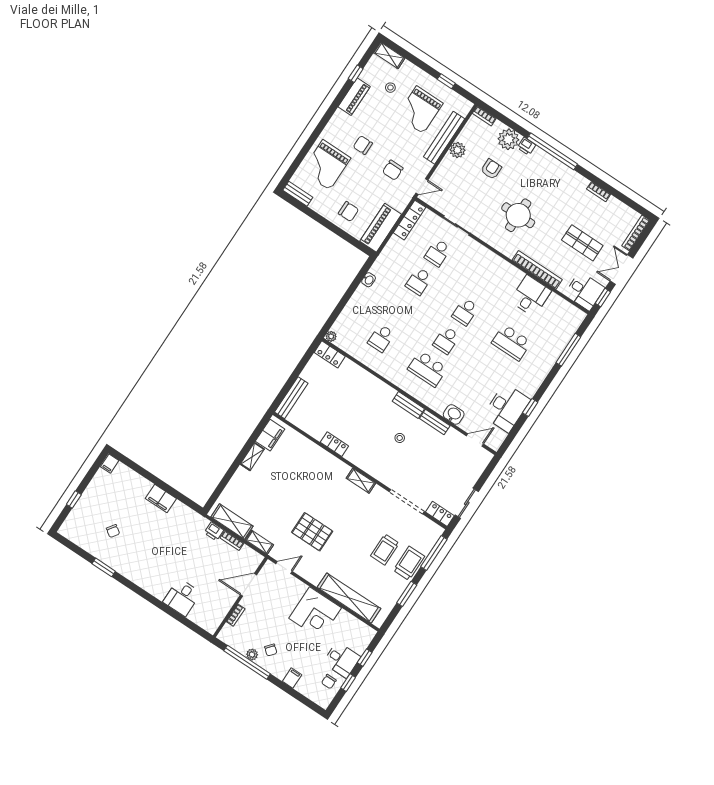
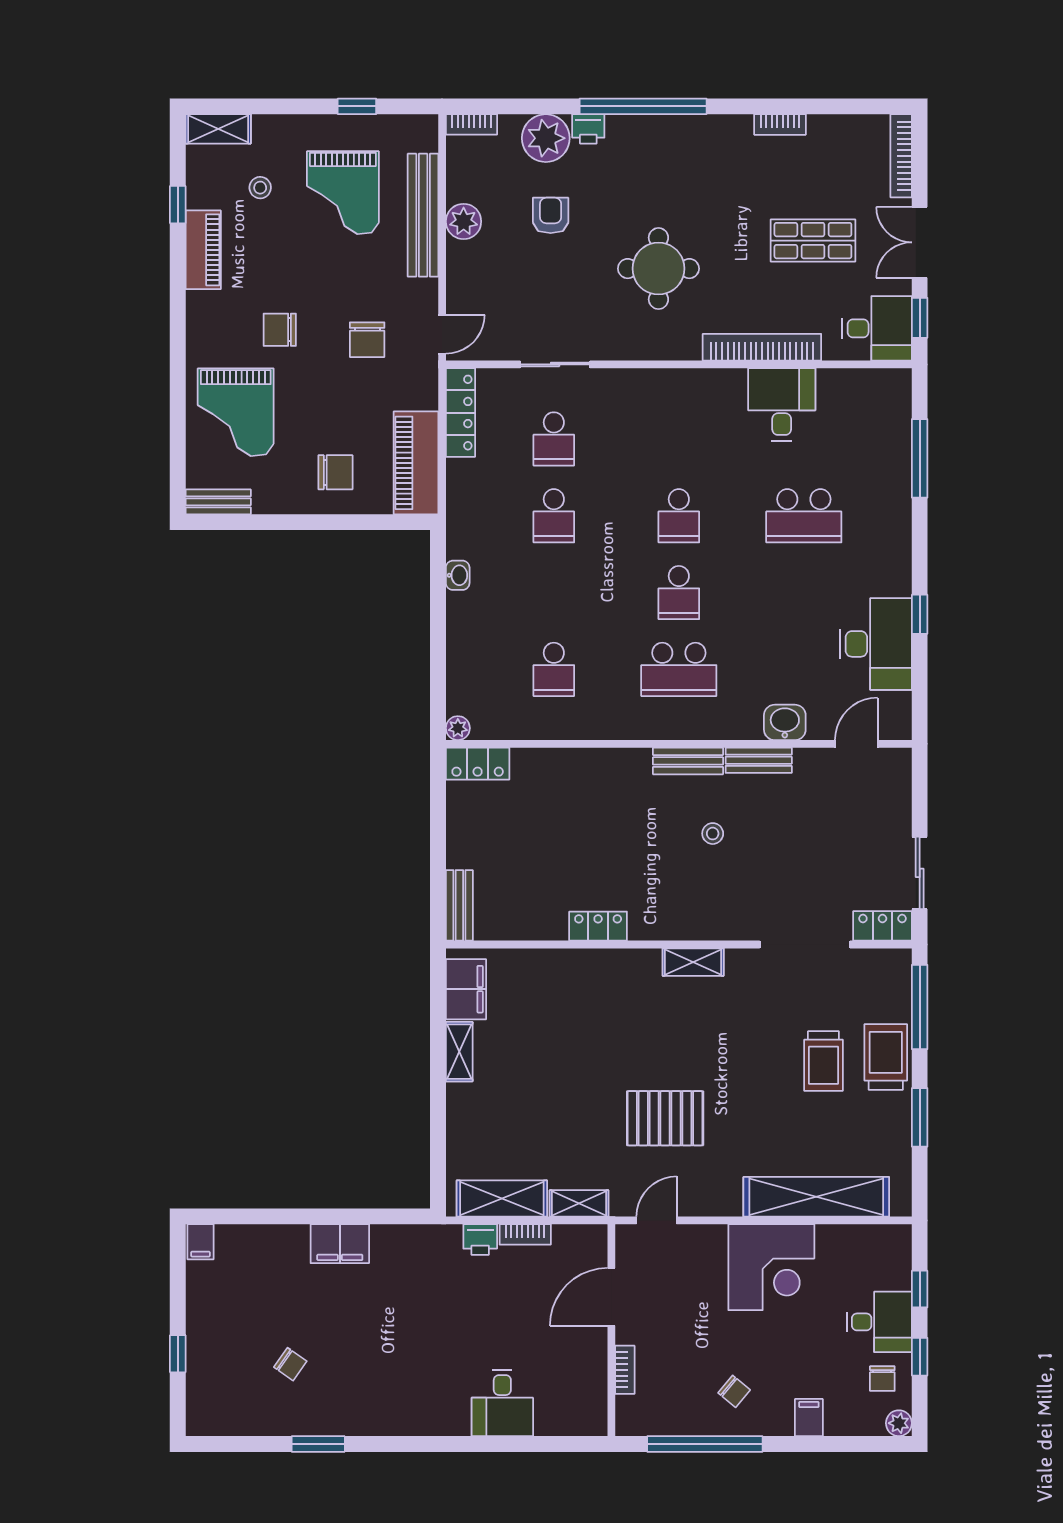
bench: (291, 398) -> (459, 905), width x0.73
plant: (252, 655) -> (899, 1423), moved

